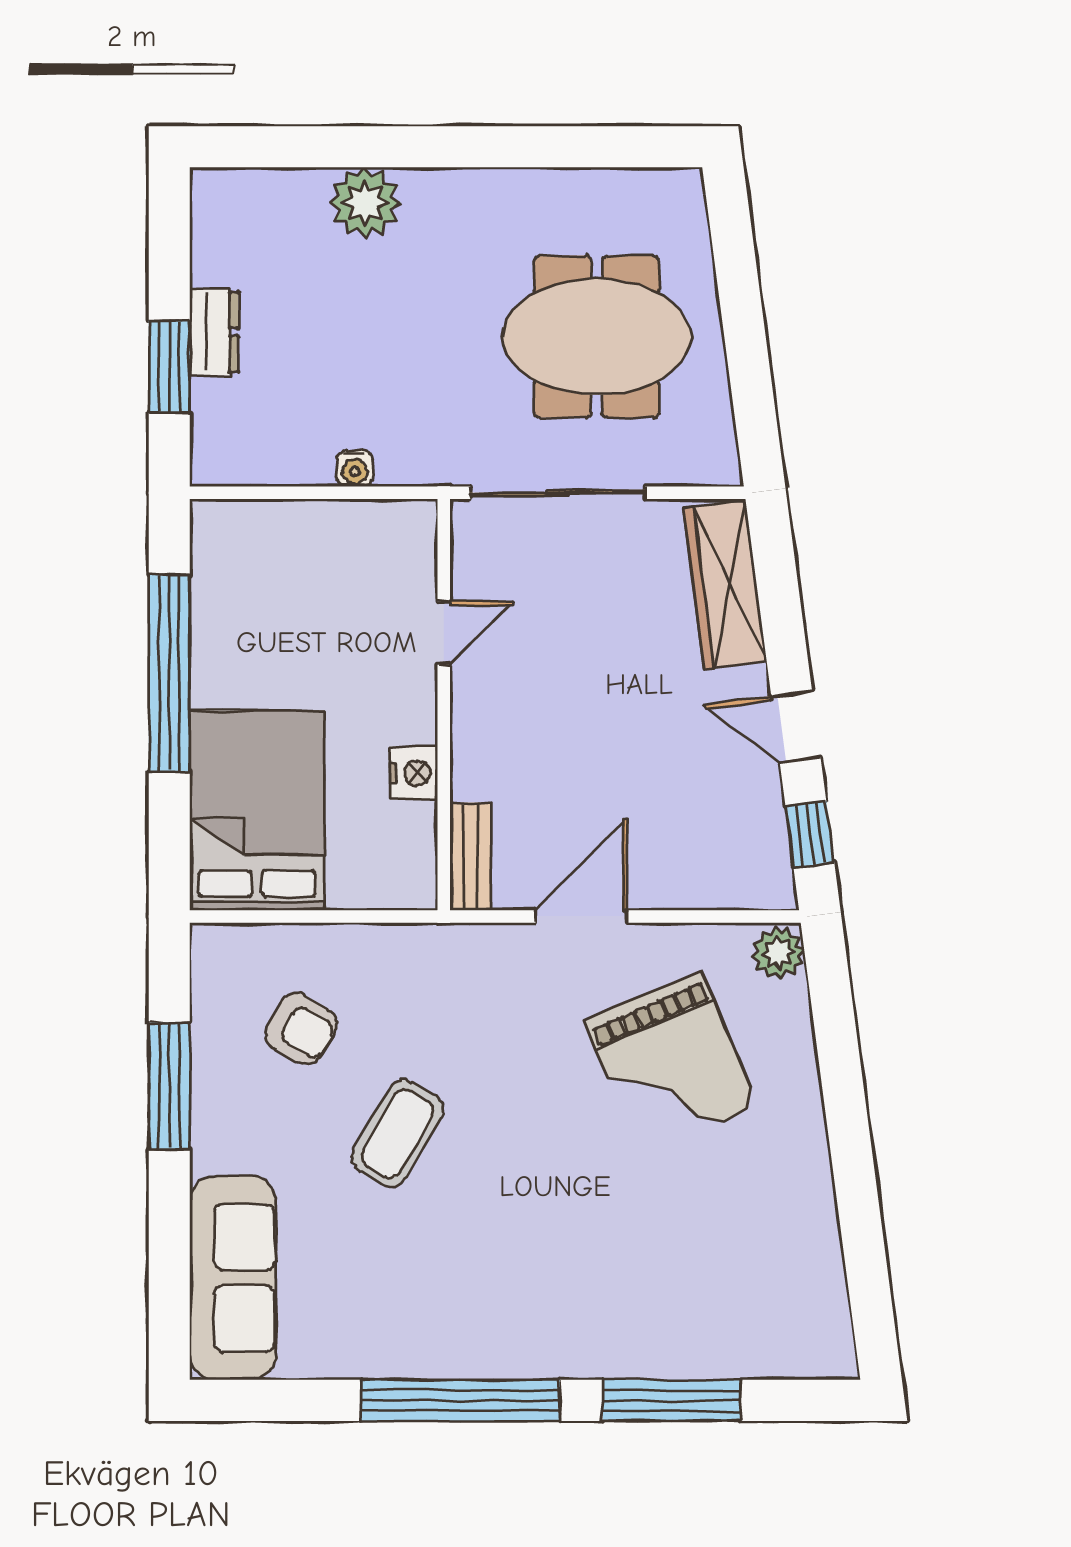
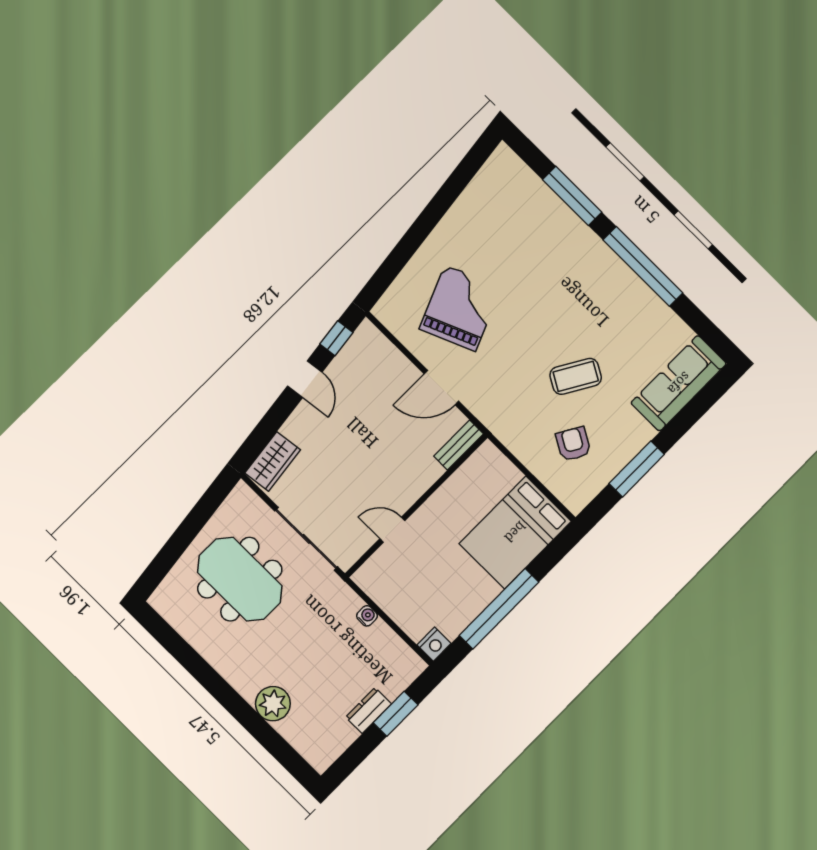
wardrobe: (725, 585) -> (273, 461), width x0.67
nightstand: (413, 773) -> (434, 644), moved, turned 180
plant: (778, 953) -> (387, 309), removed

